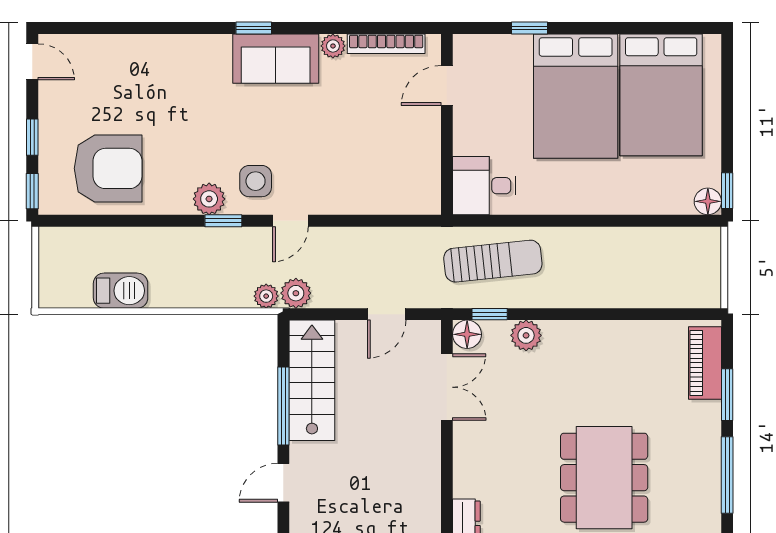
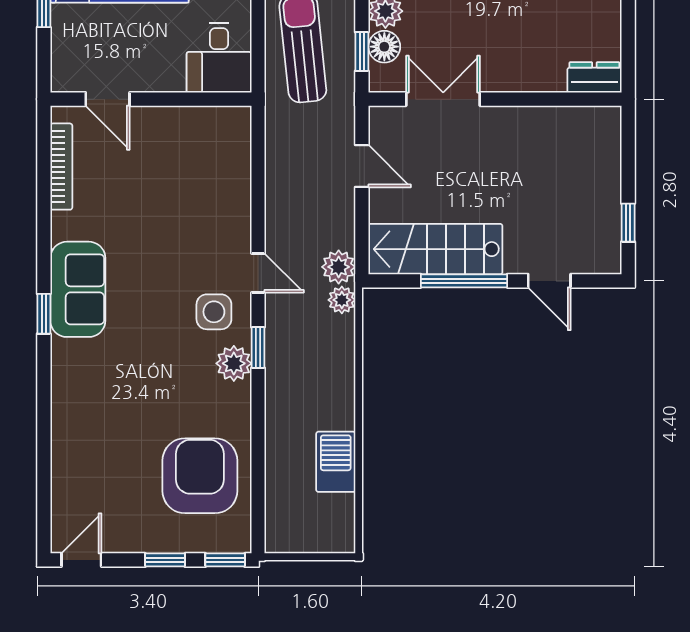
plant: (333, 46) -> (64, 226), removed
floor lamp: (467, 334) -> (384, 47), moved

